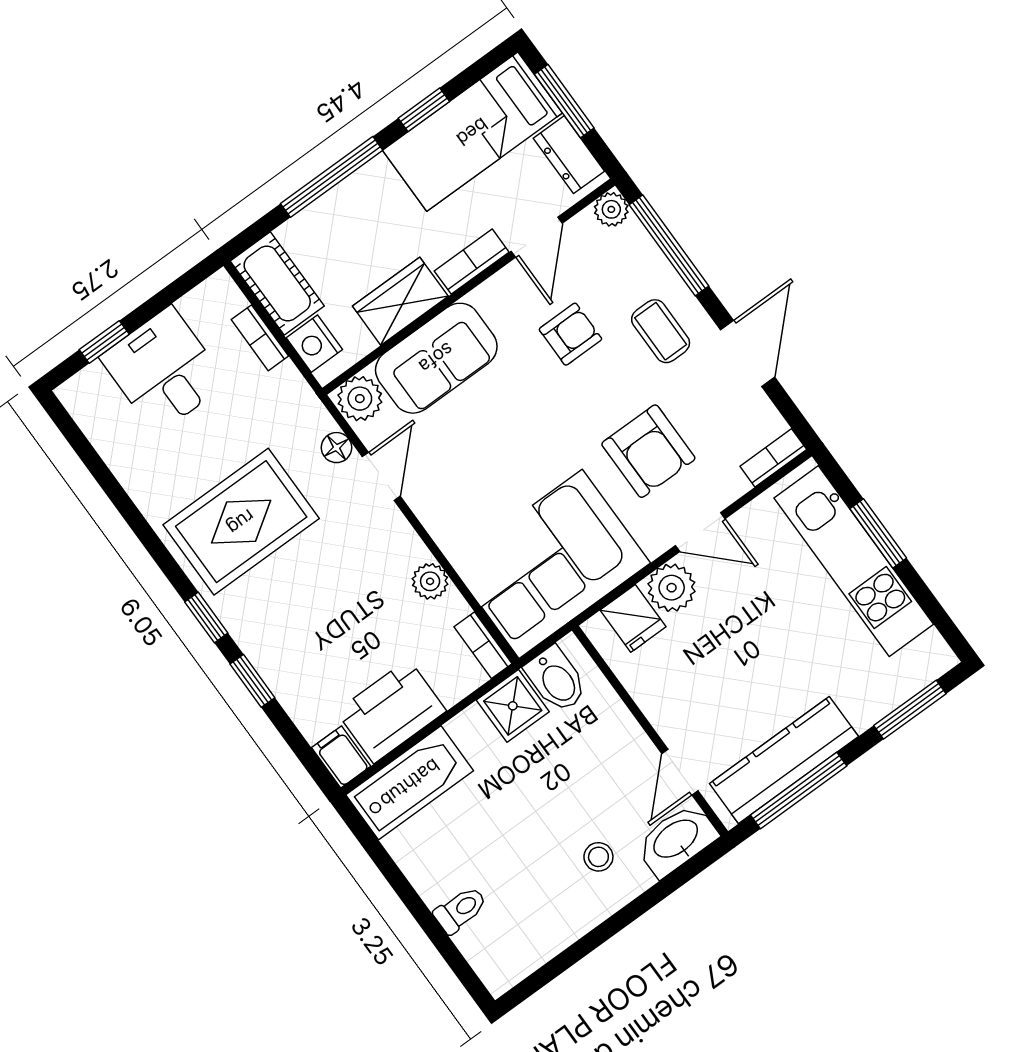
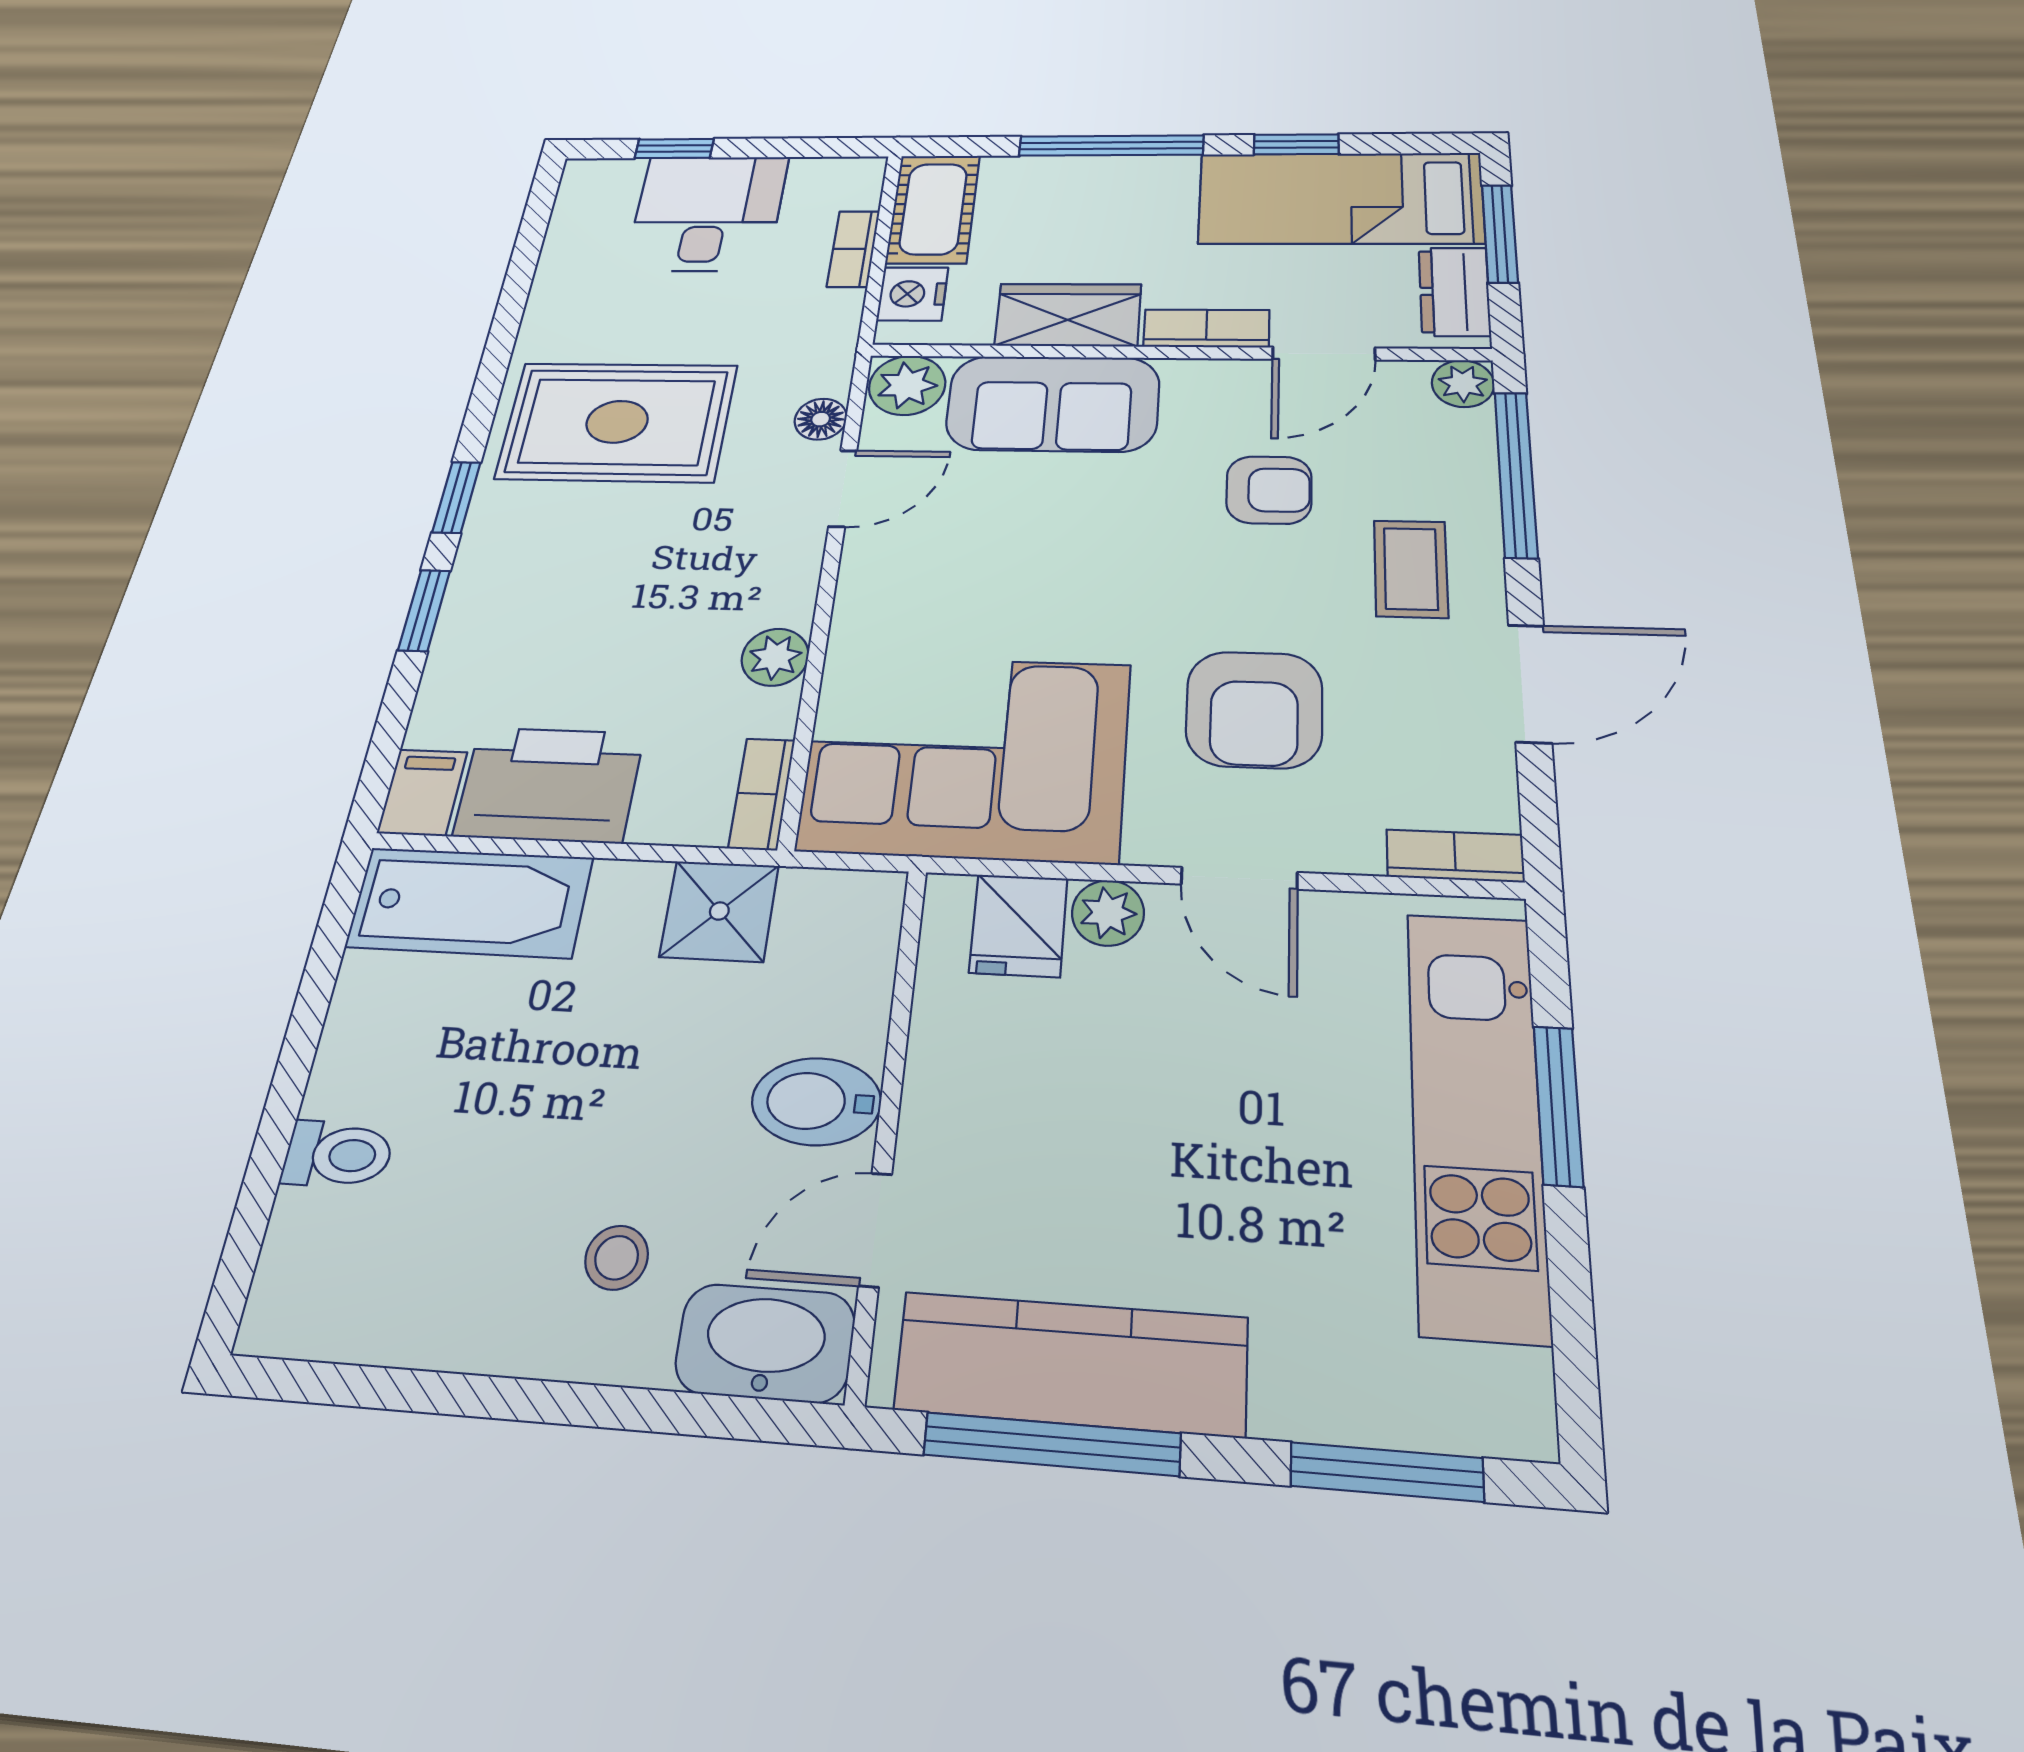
plant: (672, 588) -> (1108, 913), width x0.73, depth x0.73
bidet: (556, 680) -> (816, 1101), moved, turned 90

